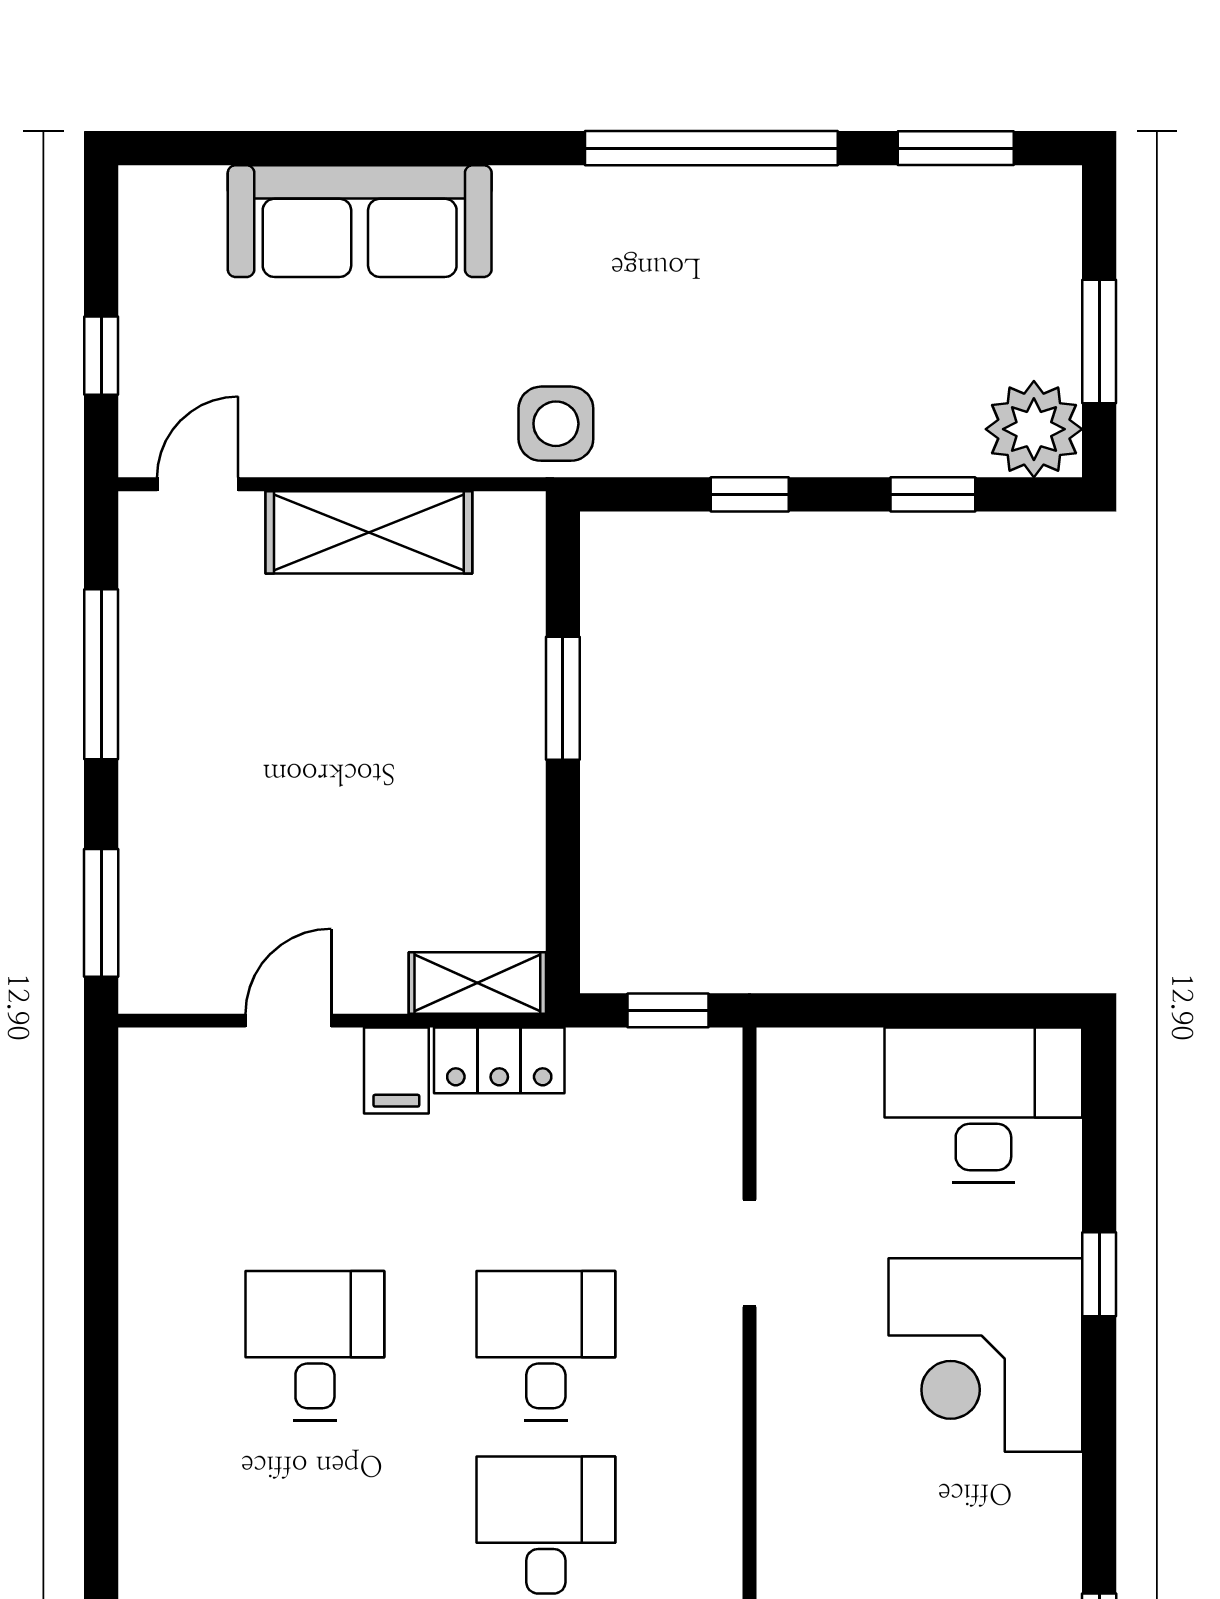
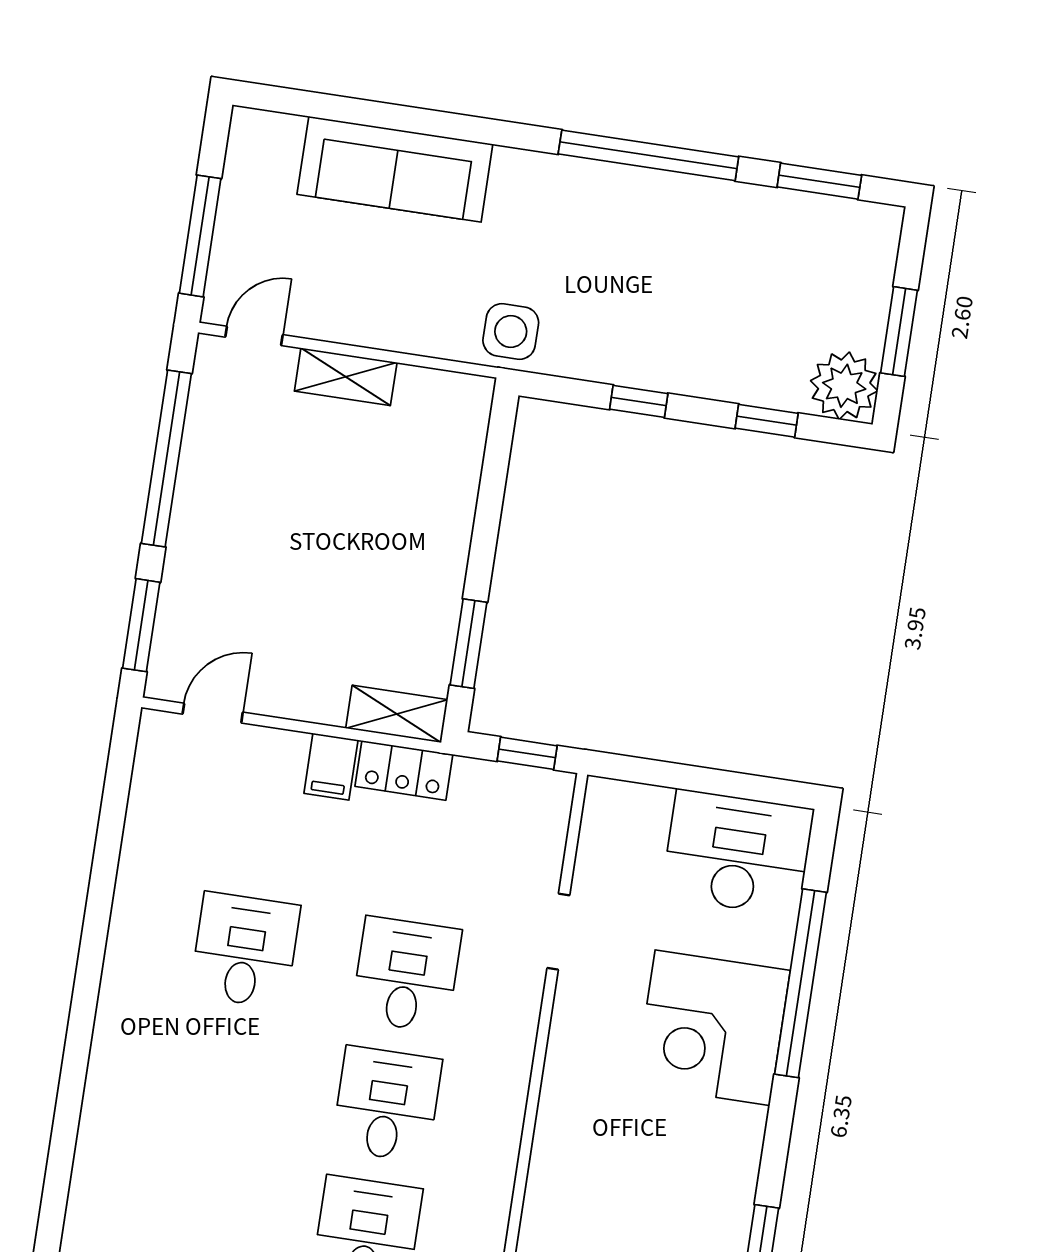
window: (101, 356) -> (200, 236), width x2.17
shelving: (369, 532) -> (346, 377), width x0.67, depth x0.75
window: (101, 674) -> (166, 459), width x1.46
window: (563, 698) -> (468, 644), moved
door: (288, 1021) -> (213, 713), moved
window: (1099, 1274) -> (801, 983), width x3.17

